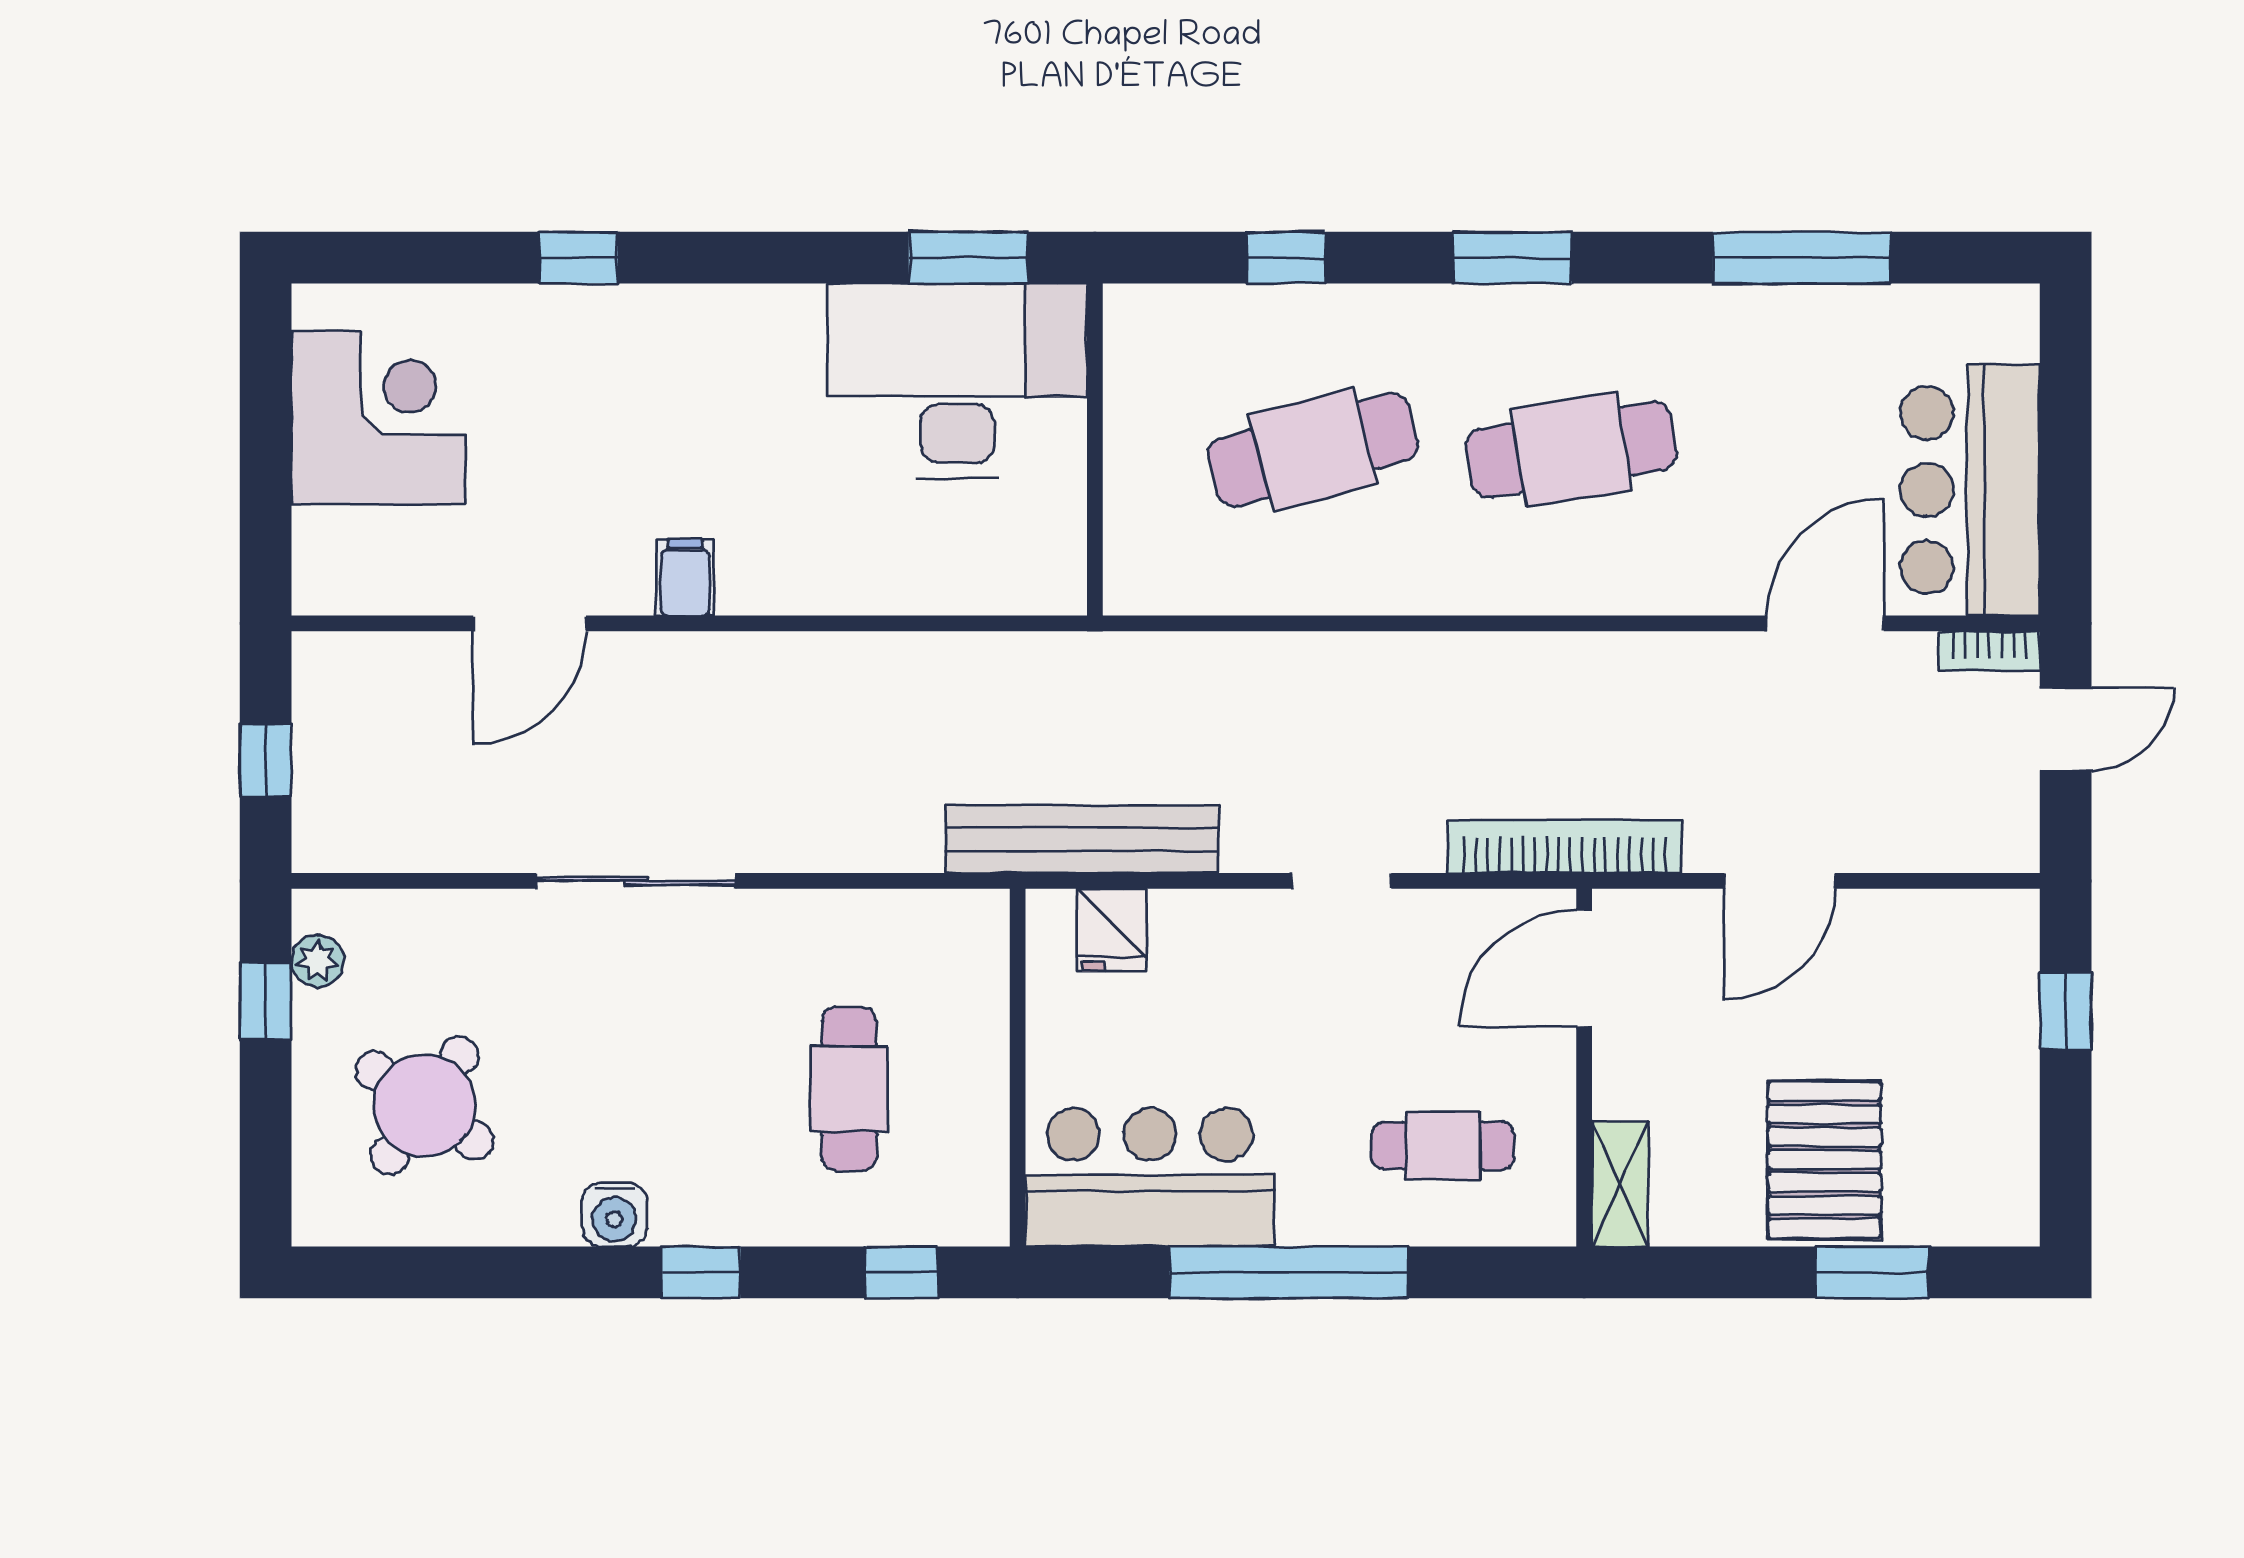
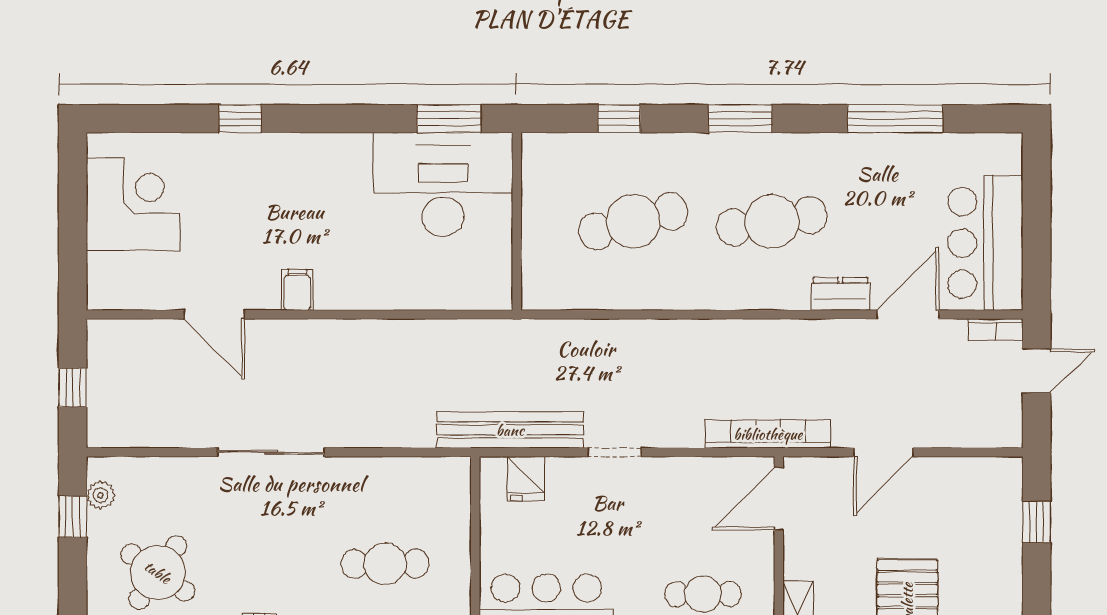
dresser: (1699, 585) -> (840, 294), added
door: (530, 623) -> (214, 314), hinge flipped
doorway: (1341, 881) -> (615, 452), moved
cafe table: (849, 1089) -> (385, 564), turned 90

